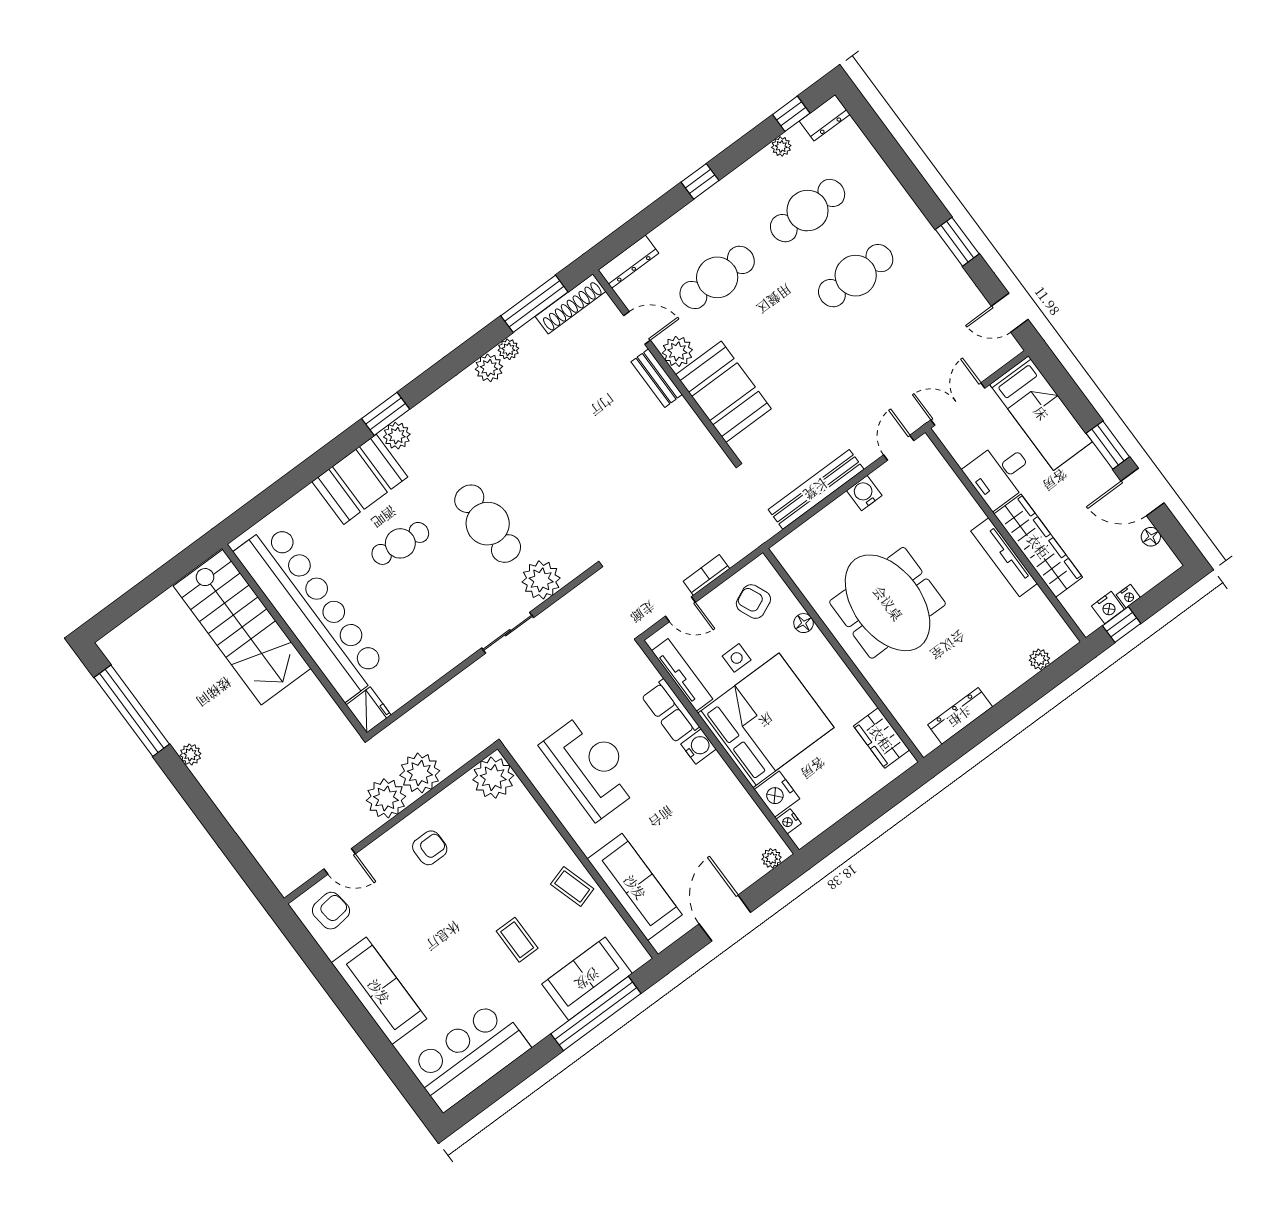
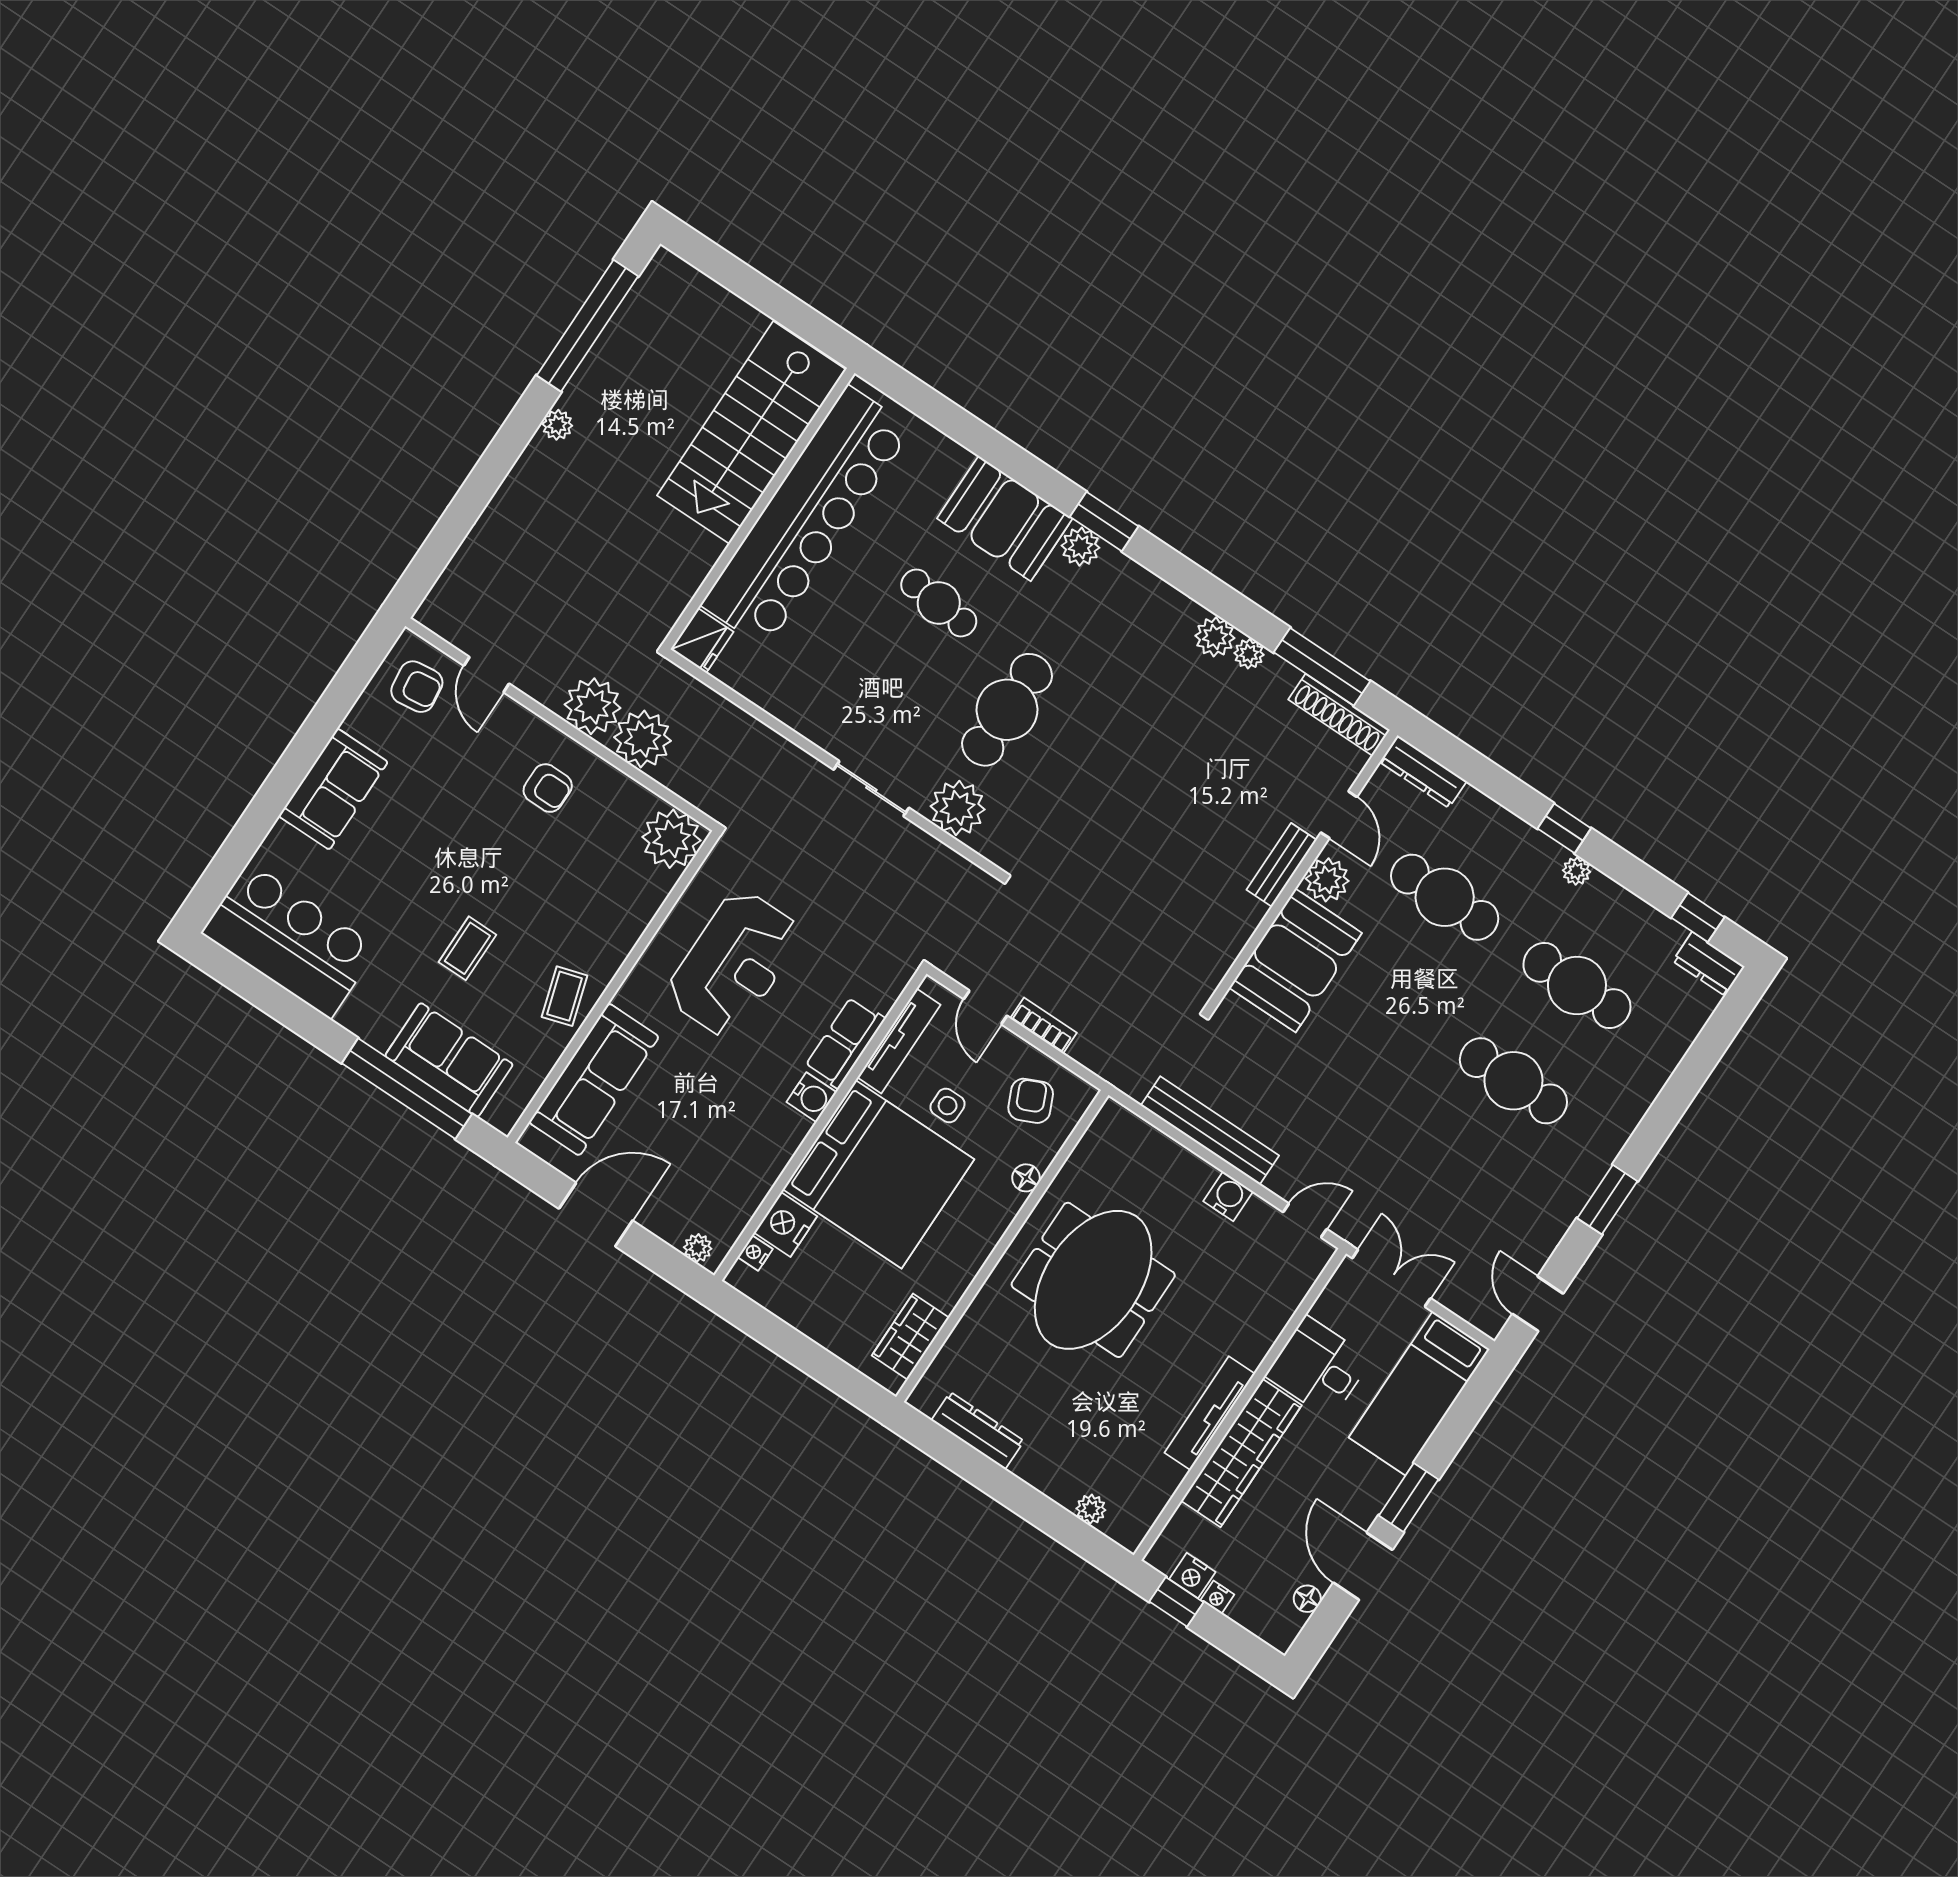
plant: (781, 146) -> (1576, 871), moved
sofa: (379, 991) -> (333, 789), width x0.73

